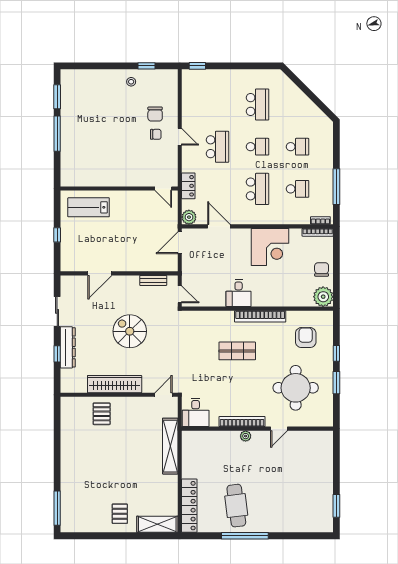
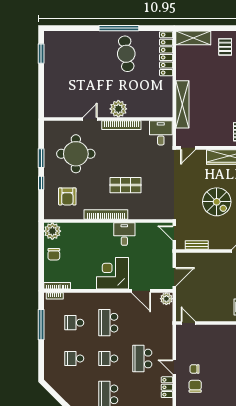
locker: (188, 186) -> (167, 387), moved
corner desk: (270, 247) -> (113, 273), moved
plant: (246, 436) -> (118, 109), width x1.88, depth x1.88

